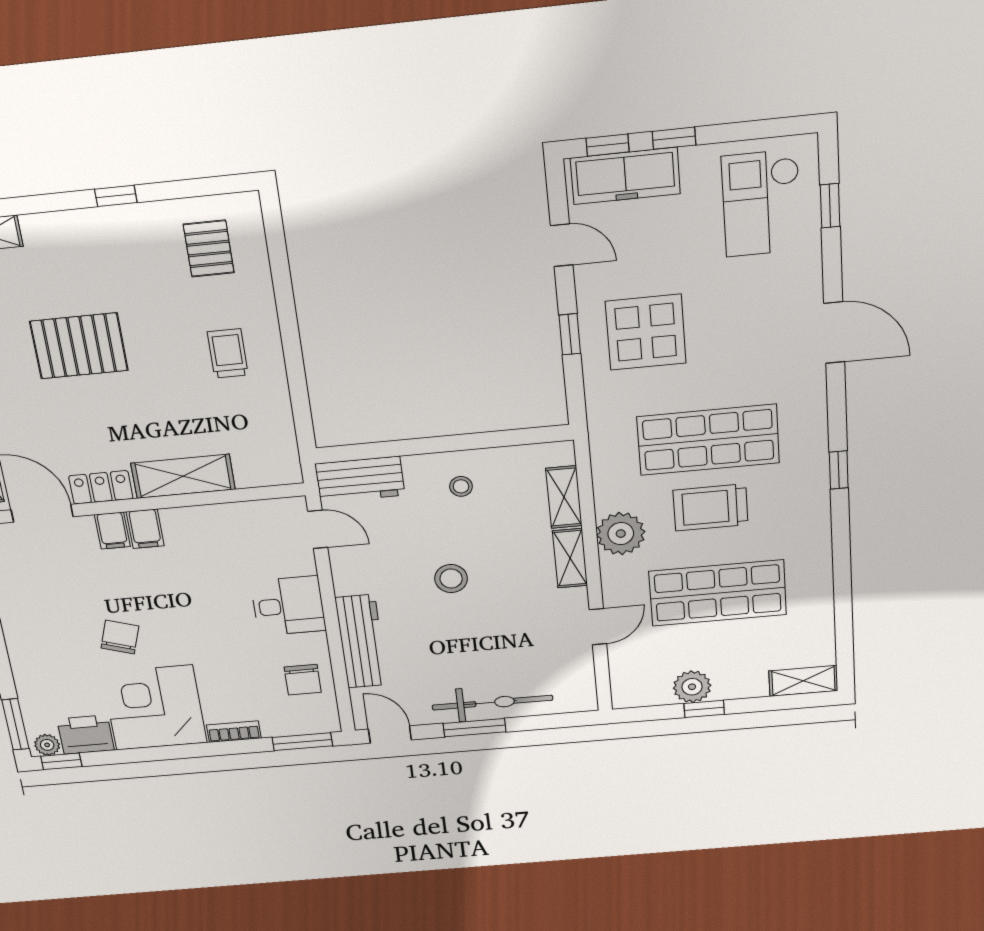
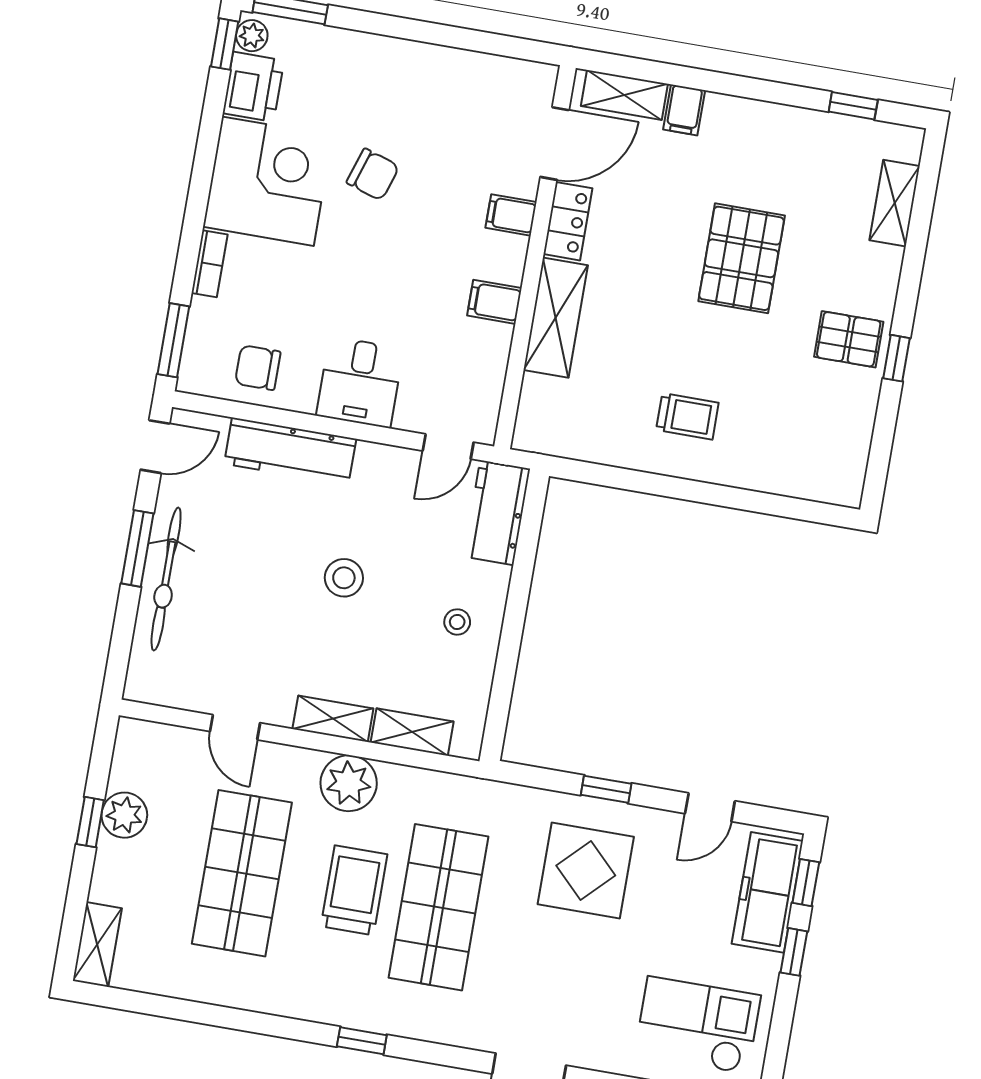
pallet: (209, 249) -> (849, 339), moved
filing cabinet: (145, 529) -> (494, 302), moved

